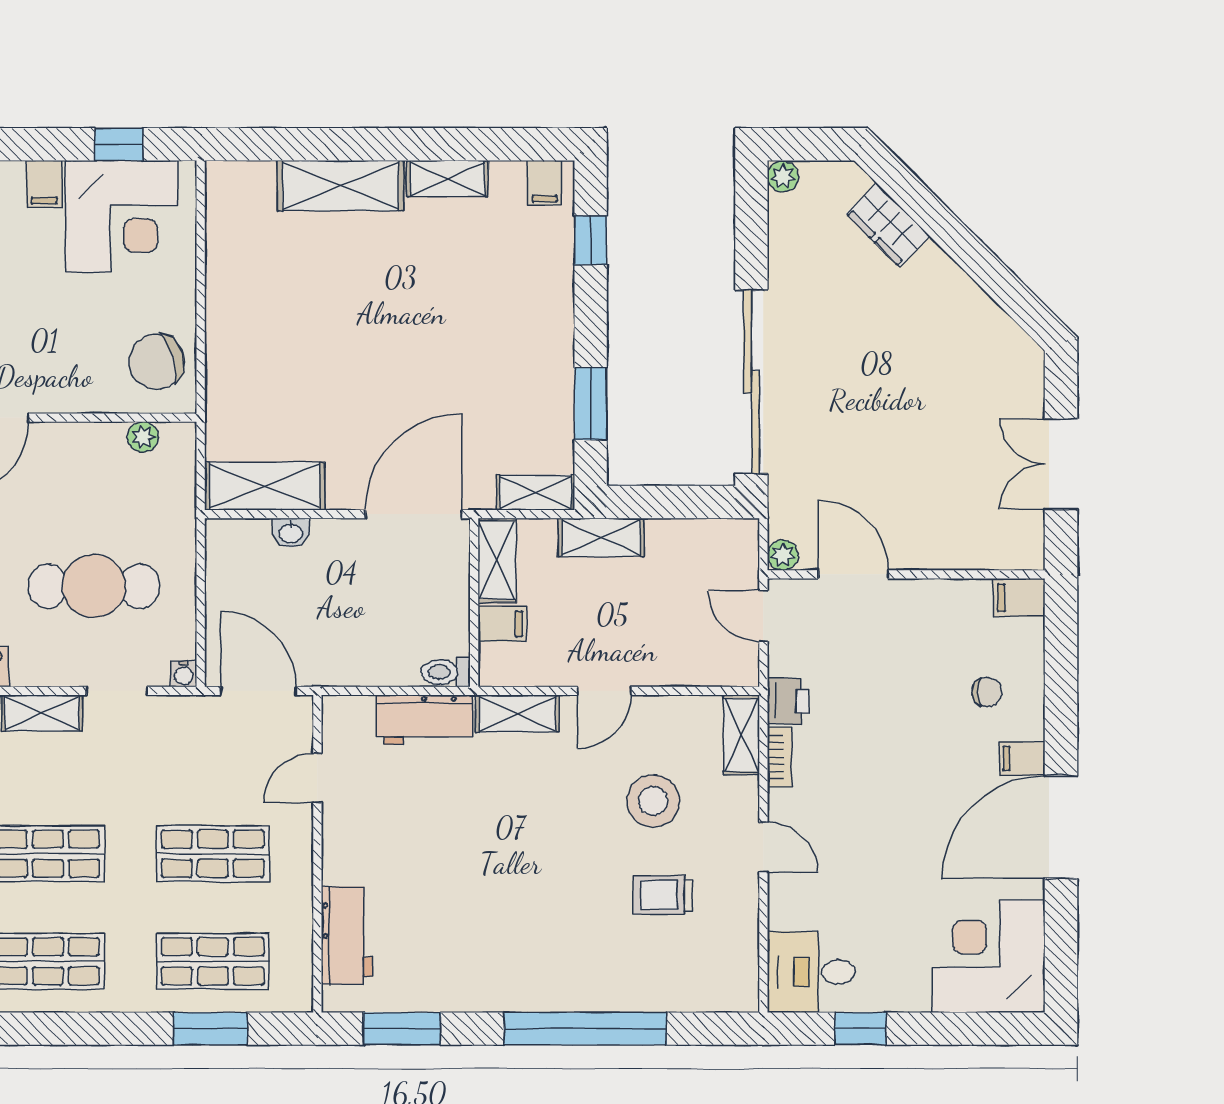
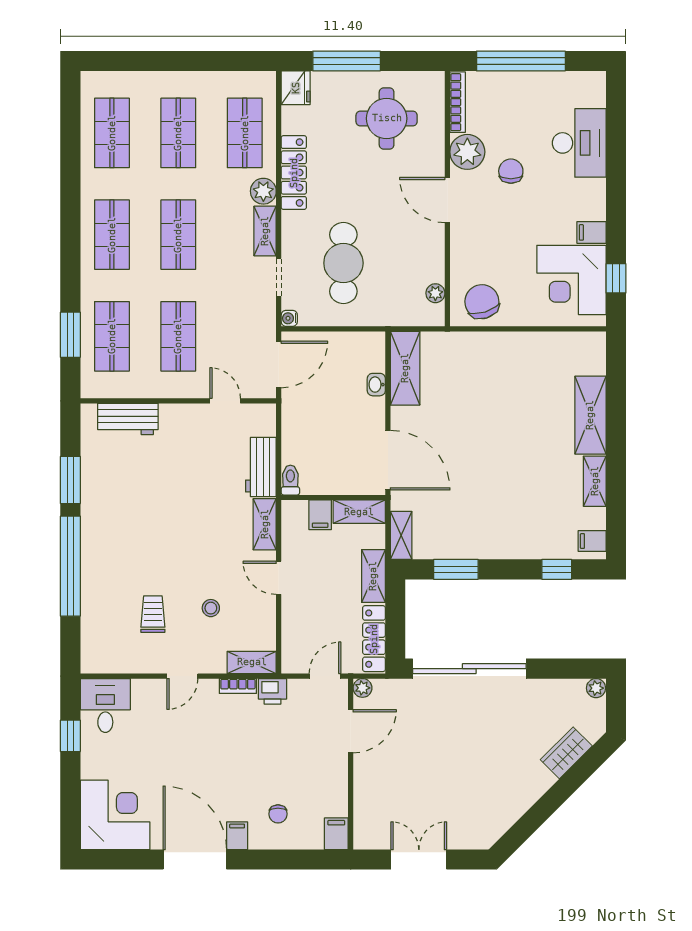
locker: (703, 536) -> (374, 639), added
stool: (653, 801) -> (211, 608), width x0.53, depth x0.53
window: (402, 1029) -> (70, 480), moved

